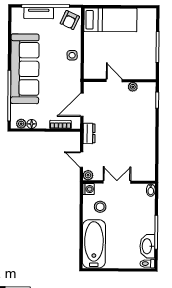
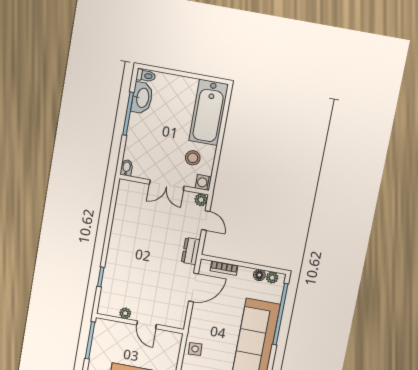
door: (114, 80) -> (146, 325), moved
wall: (120, 81) -> (140, 324), moved
plant: (133, 87) -> (125, 313), moved

